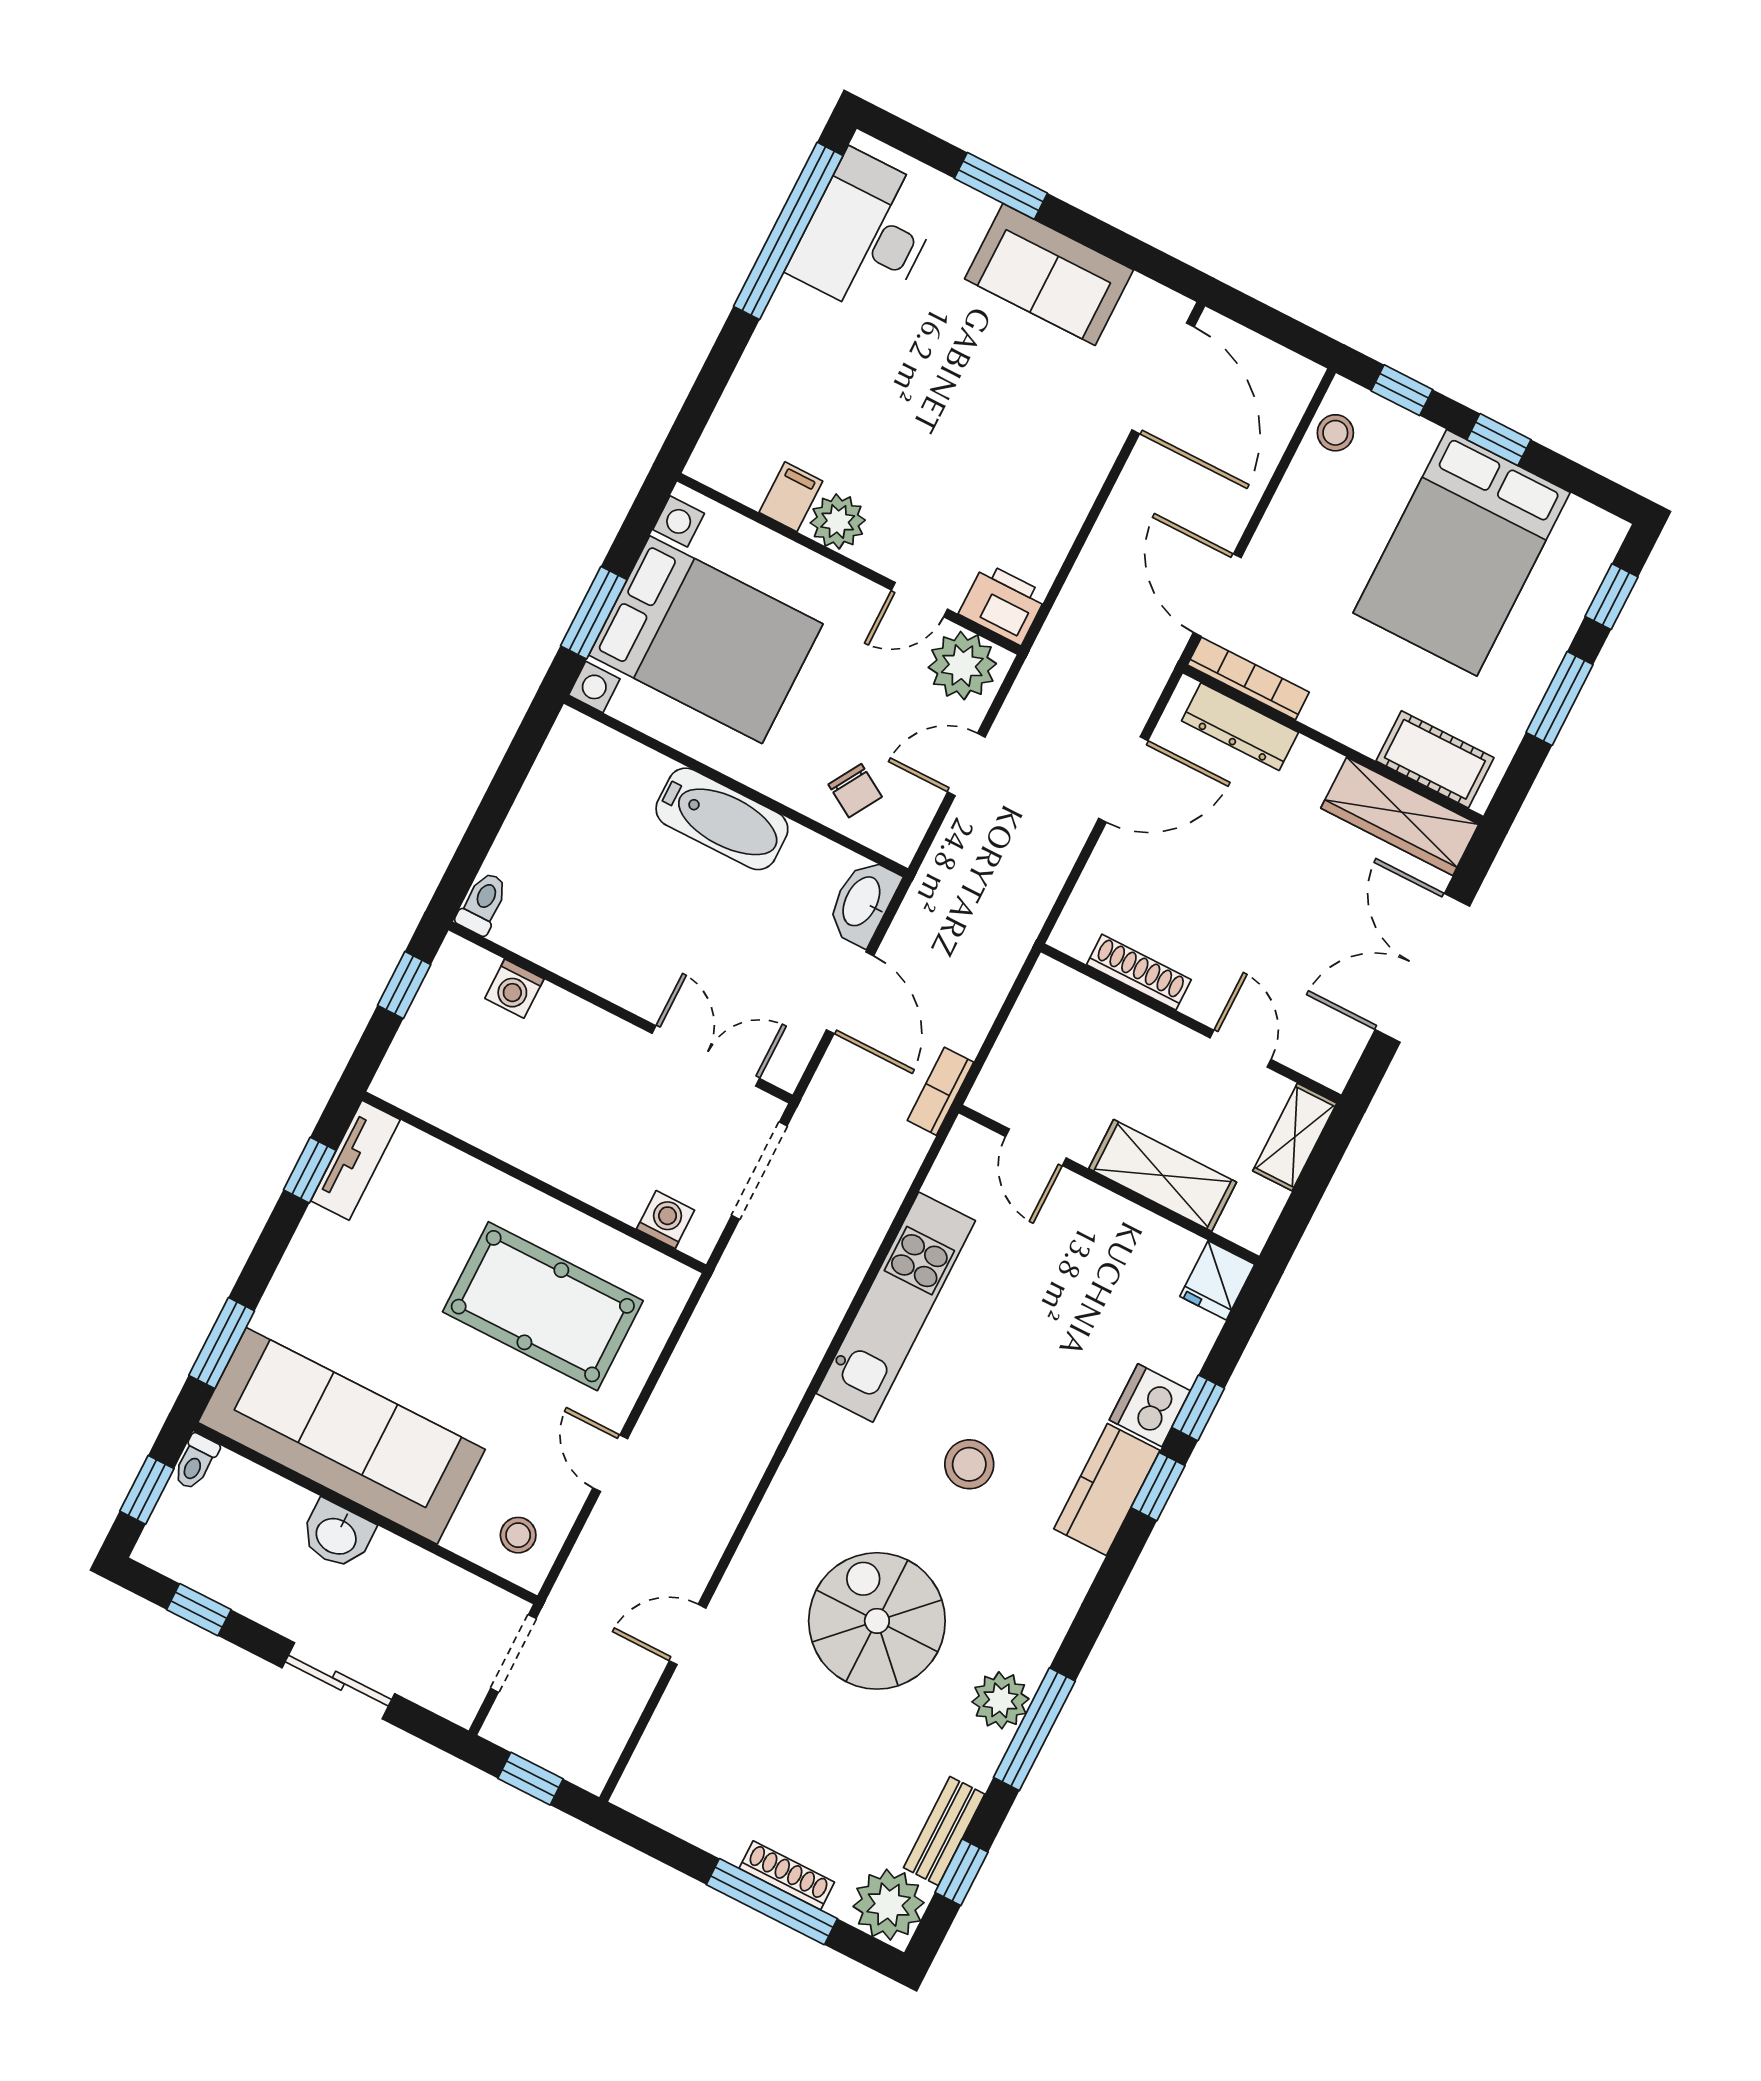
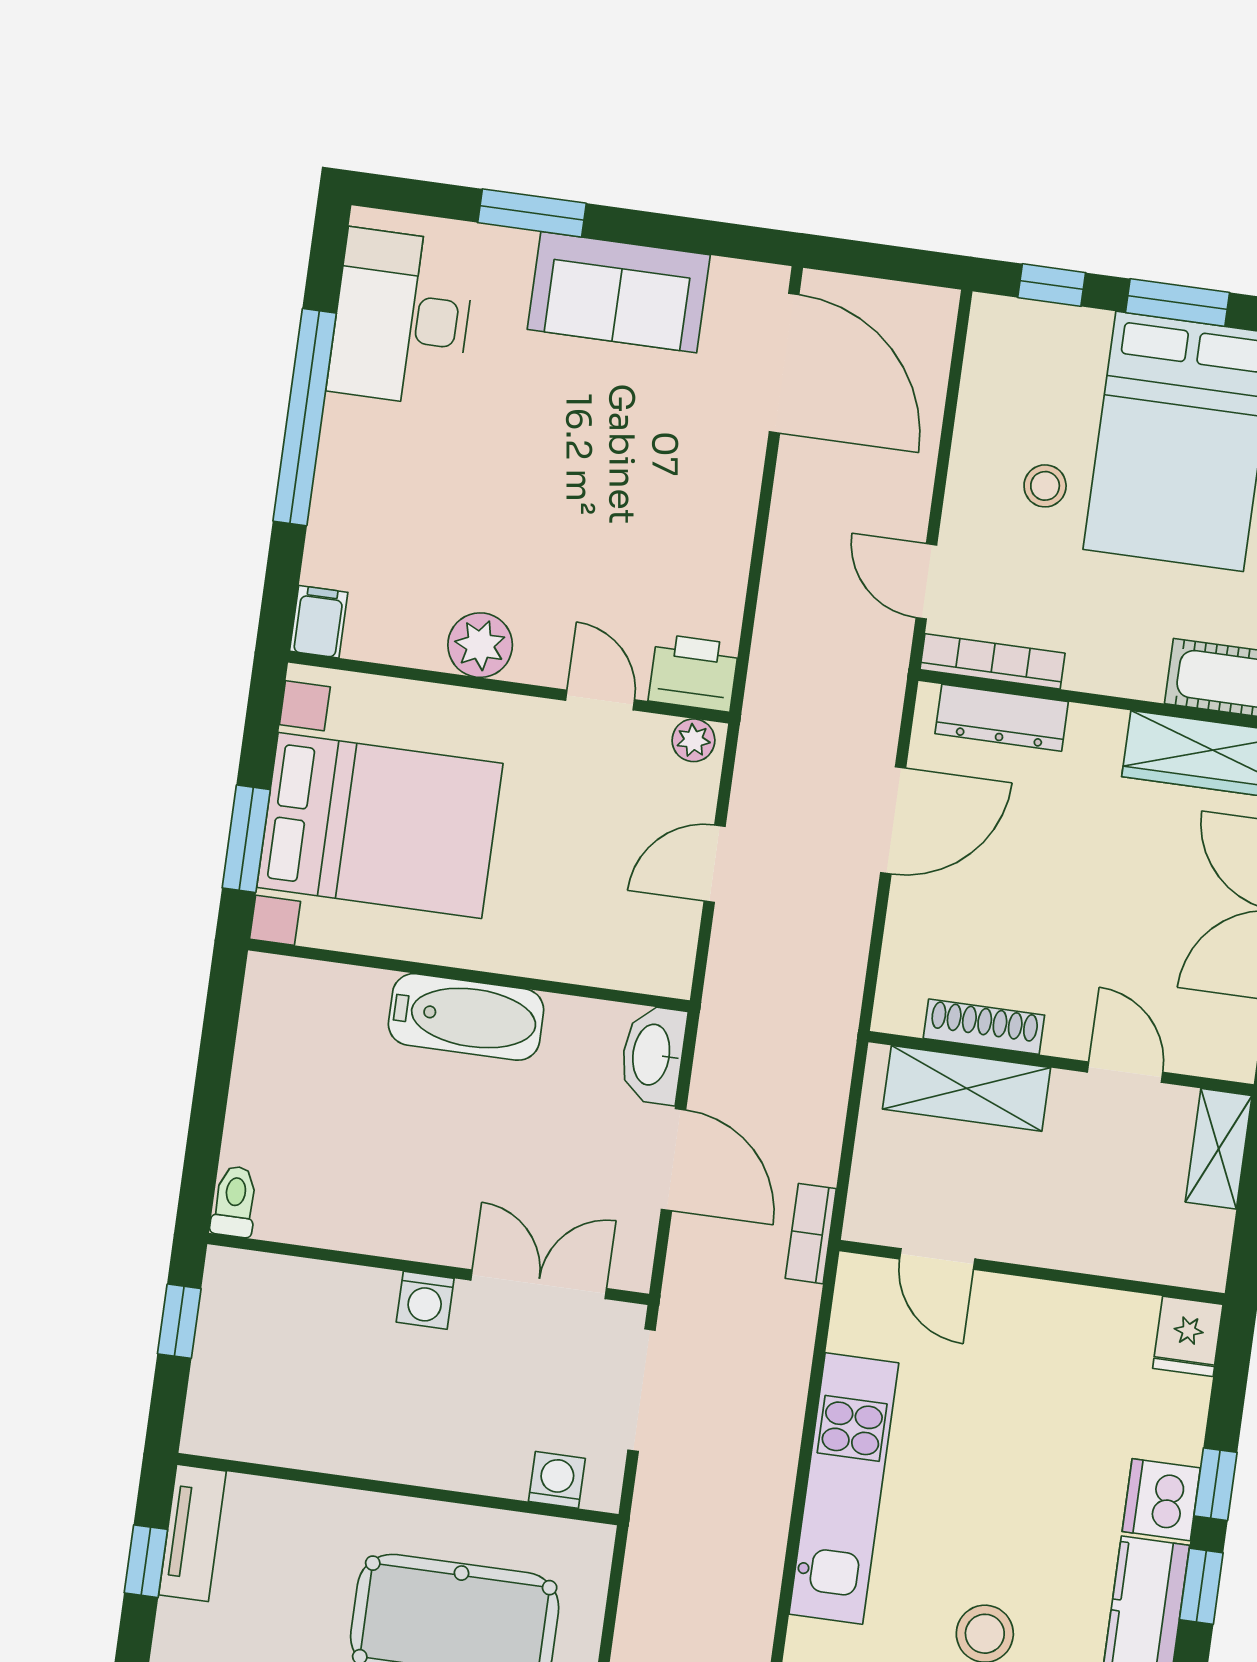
window: (788, 231) -> (305, 417), moved
stool: (1335, 433) -> (1045, 486), moved
window: (1499, 440) -> (1177, 303), width x1.50
filing cabinet: (791, 497) -> (319, 622), moved
door: (1217, 595) -> (926, 581), width x0.73
door: (919, 600) -> (600, 700), swing flipped
plant: (962, 666) -> (693, 740), width x0.53, depth x0.53
chair: (855, 791) -> (602, 935), removed
washing machine: (514, 989) -> (425, 1300), moved
shelving: (1163, 1175) -> (967, 1088), moved

